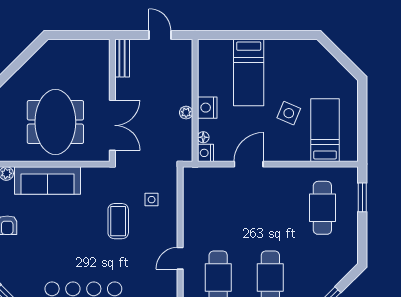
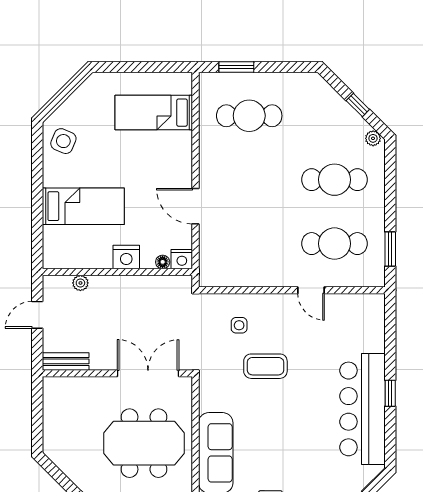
plant: (186, 113) -> (80, 283), moved
side table: (289, 113) -> (63, 141), moved

